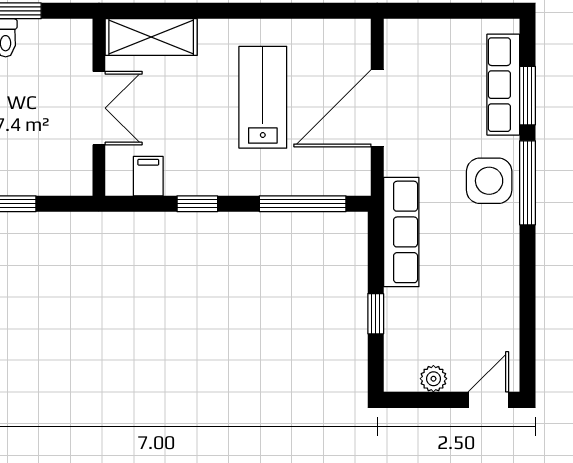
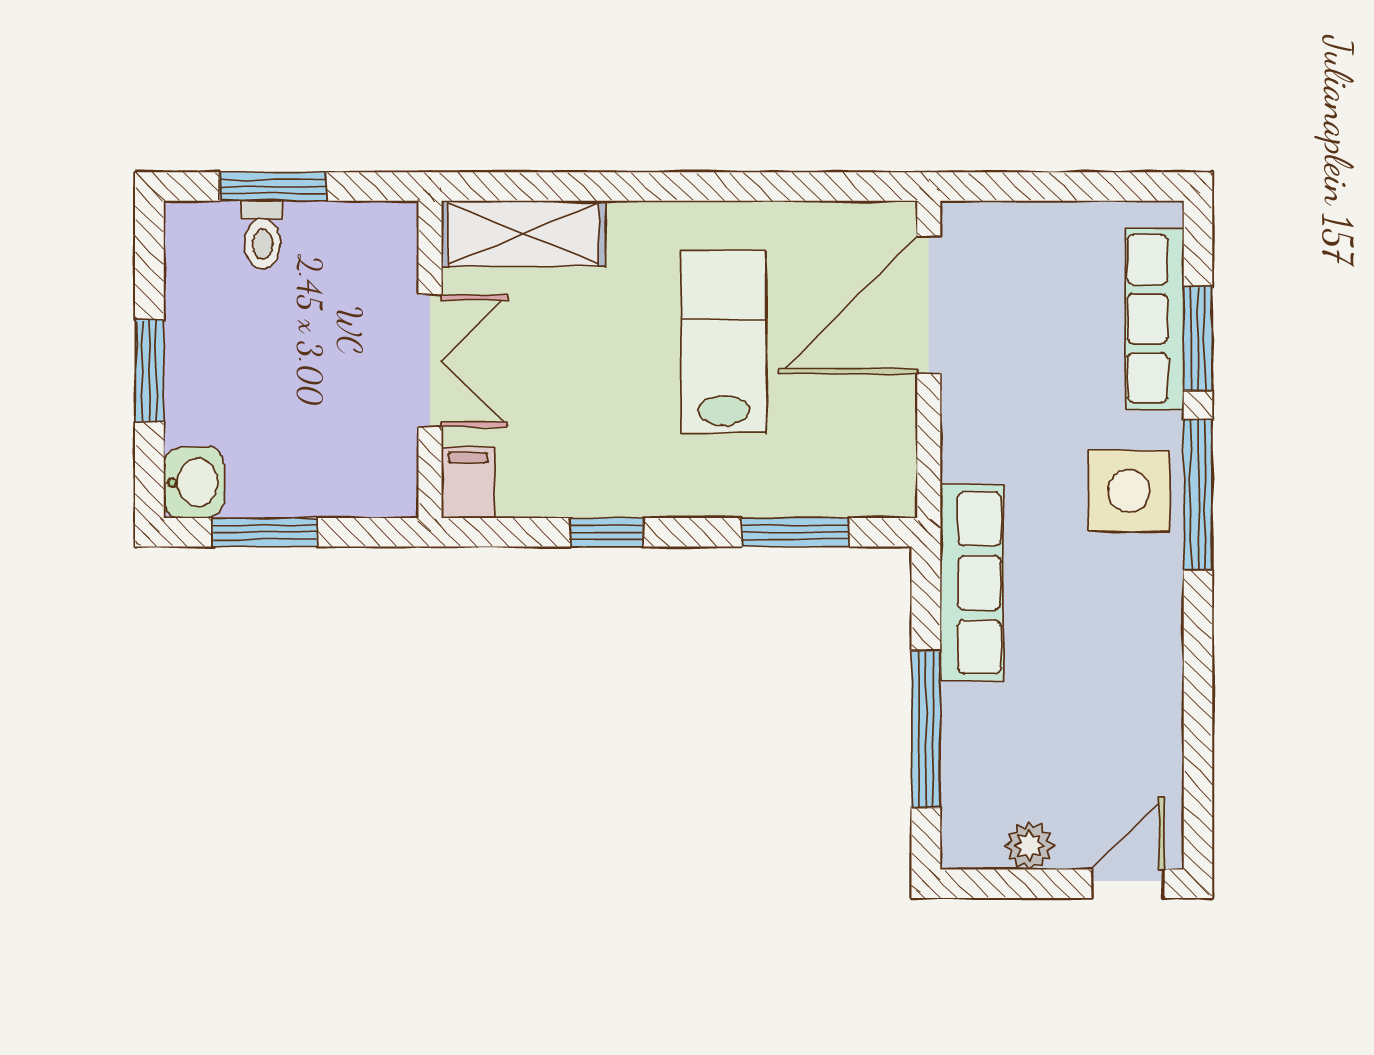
door: (377, 108) -> (929, 305), moved
filing cabinet: (148, 176) -> (468, 483), moved
window: (303, 204) -> (795, 532), width x0.69
window: (376, 314) -> (926, 729), width x2.17

